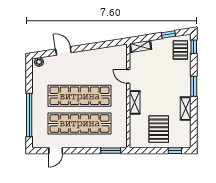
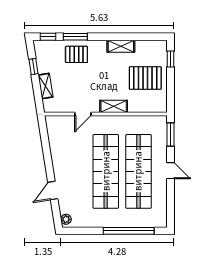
shelving: (141, 46) -> (46, 86), moved
pallet: (180, 50) -> (76, 54), moved
window: (194, 86) -> (75, 37), moved
door: (56, 151) -> (171, 171), moved

